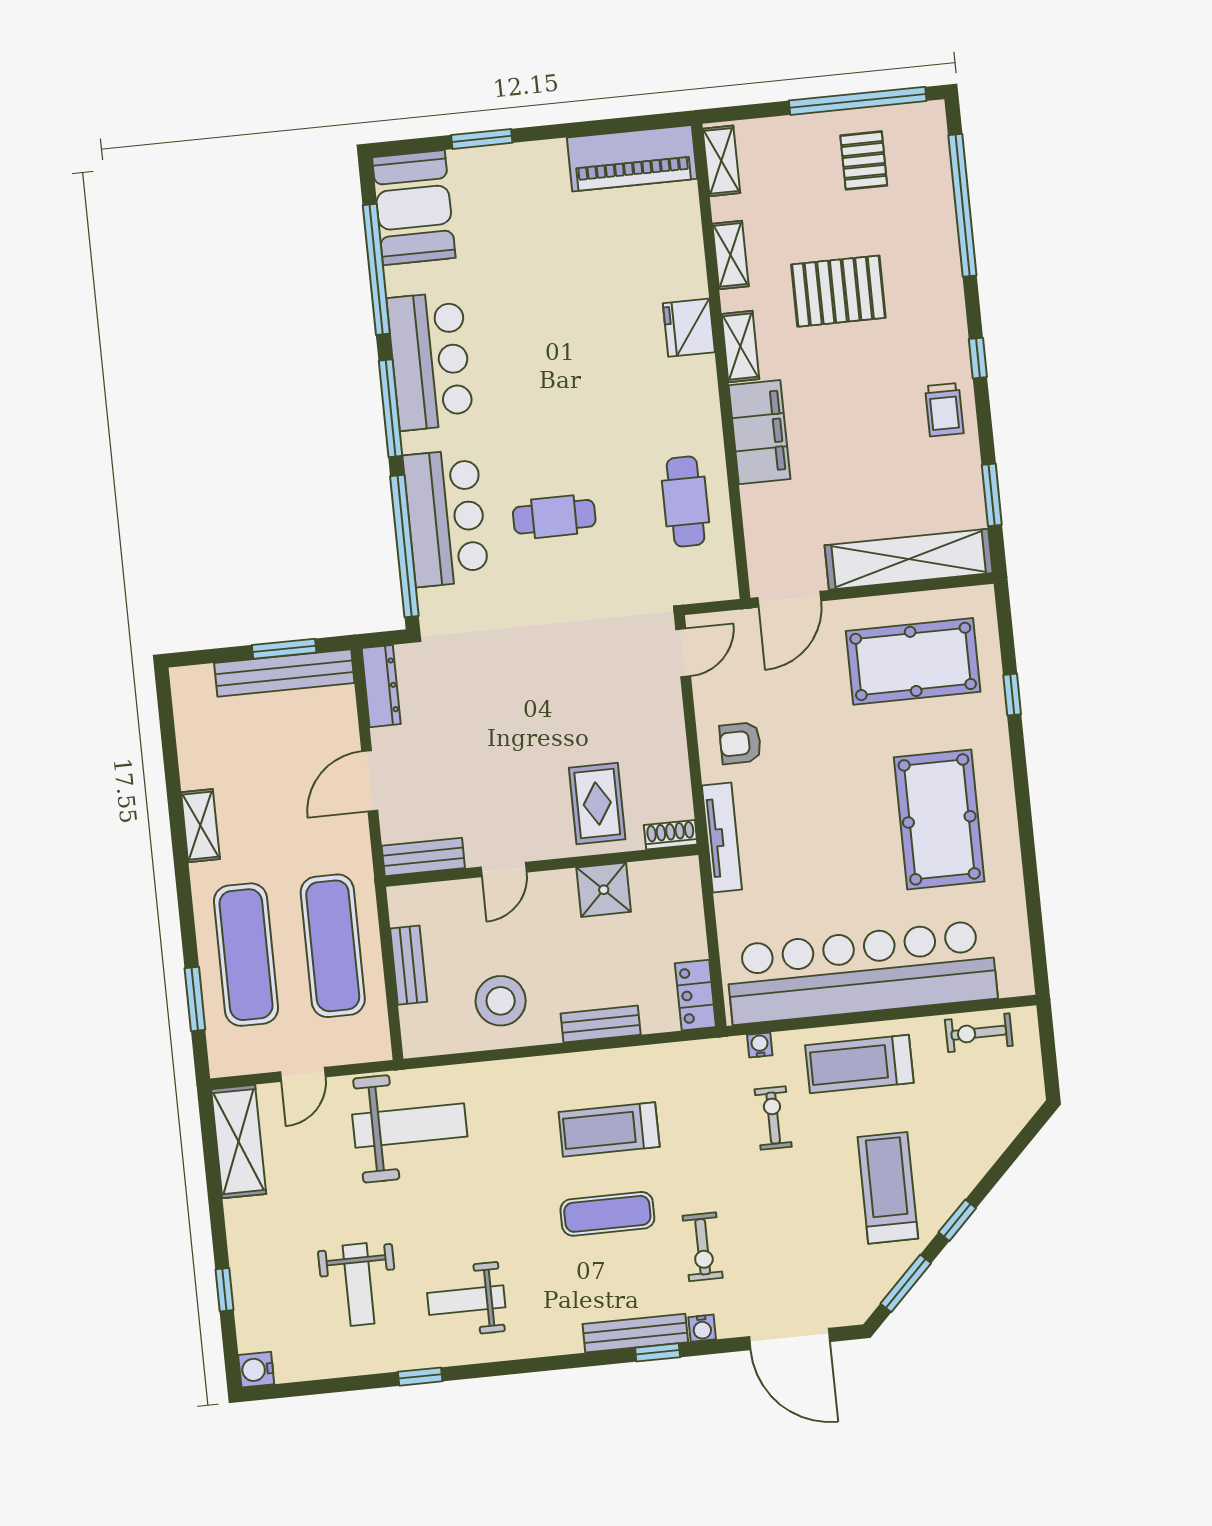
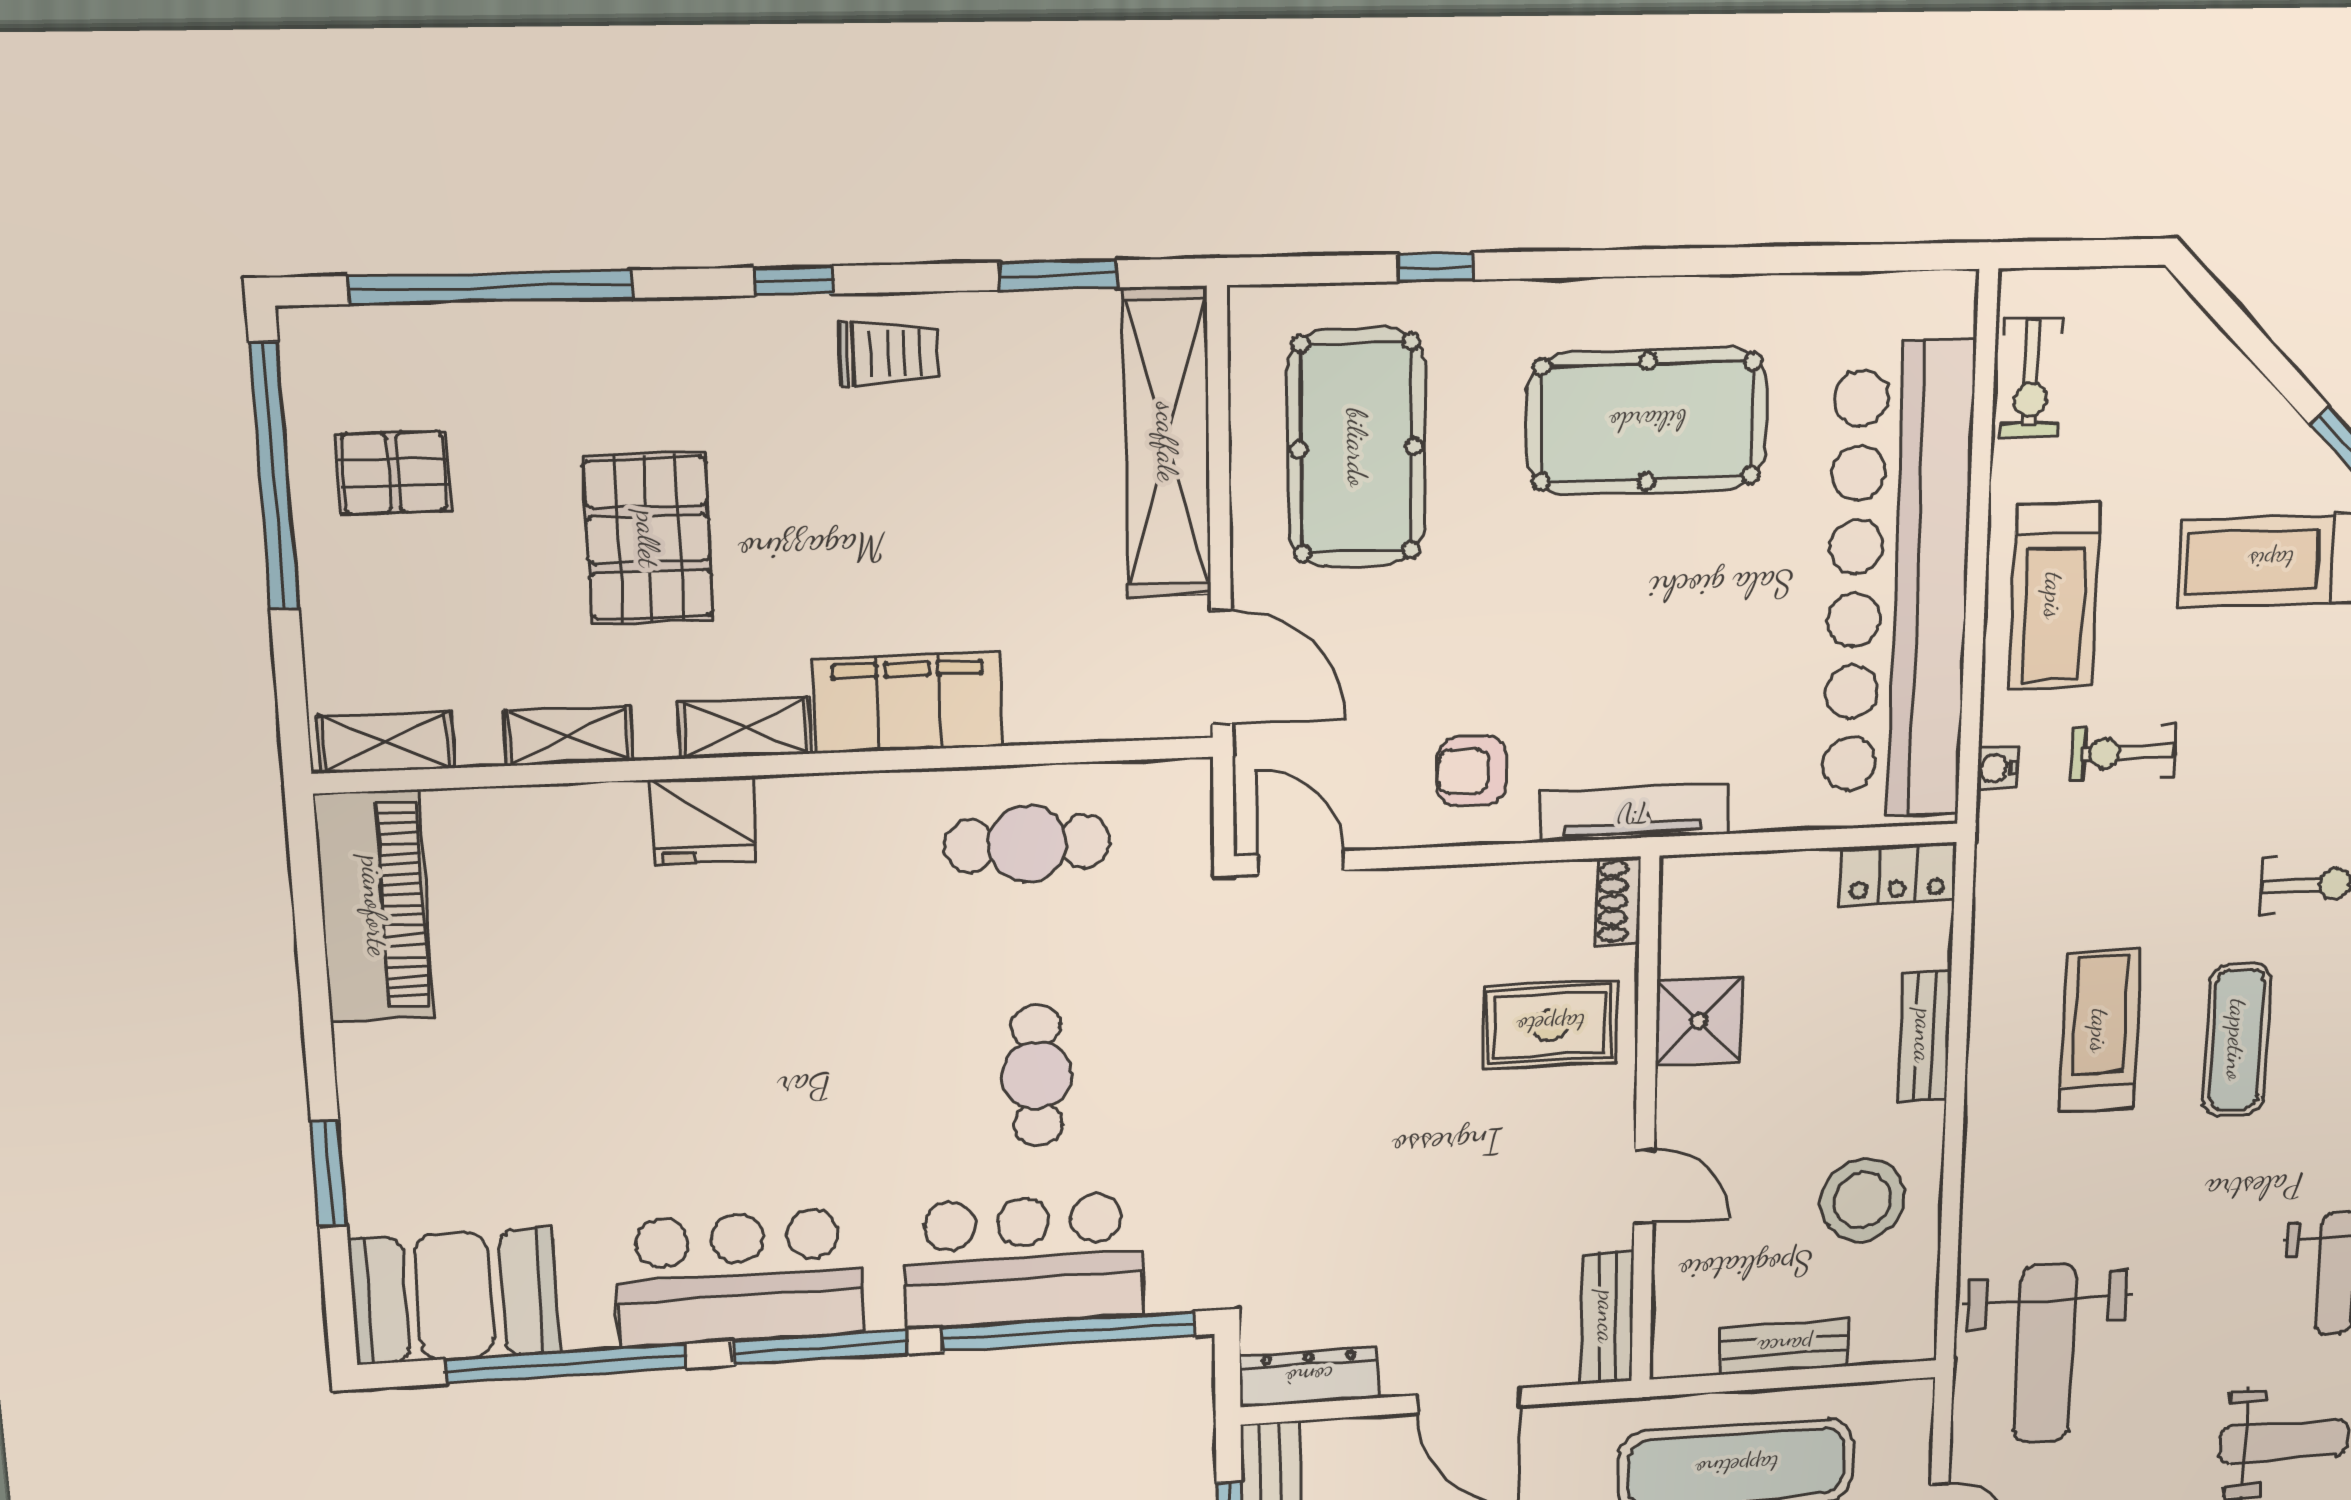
armchair: (740, 743) -> (1472, 771), turned 90
weight bench: (410, 1126) -> (2045, 1353), turned 180
treadmill: (609, 1129) -> (2100, 1031), turned 180

